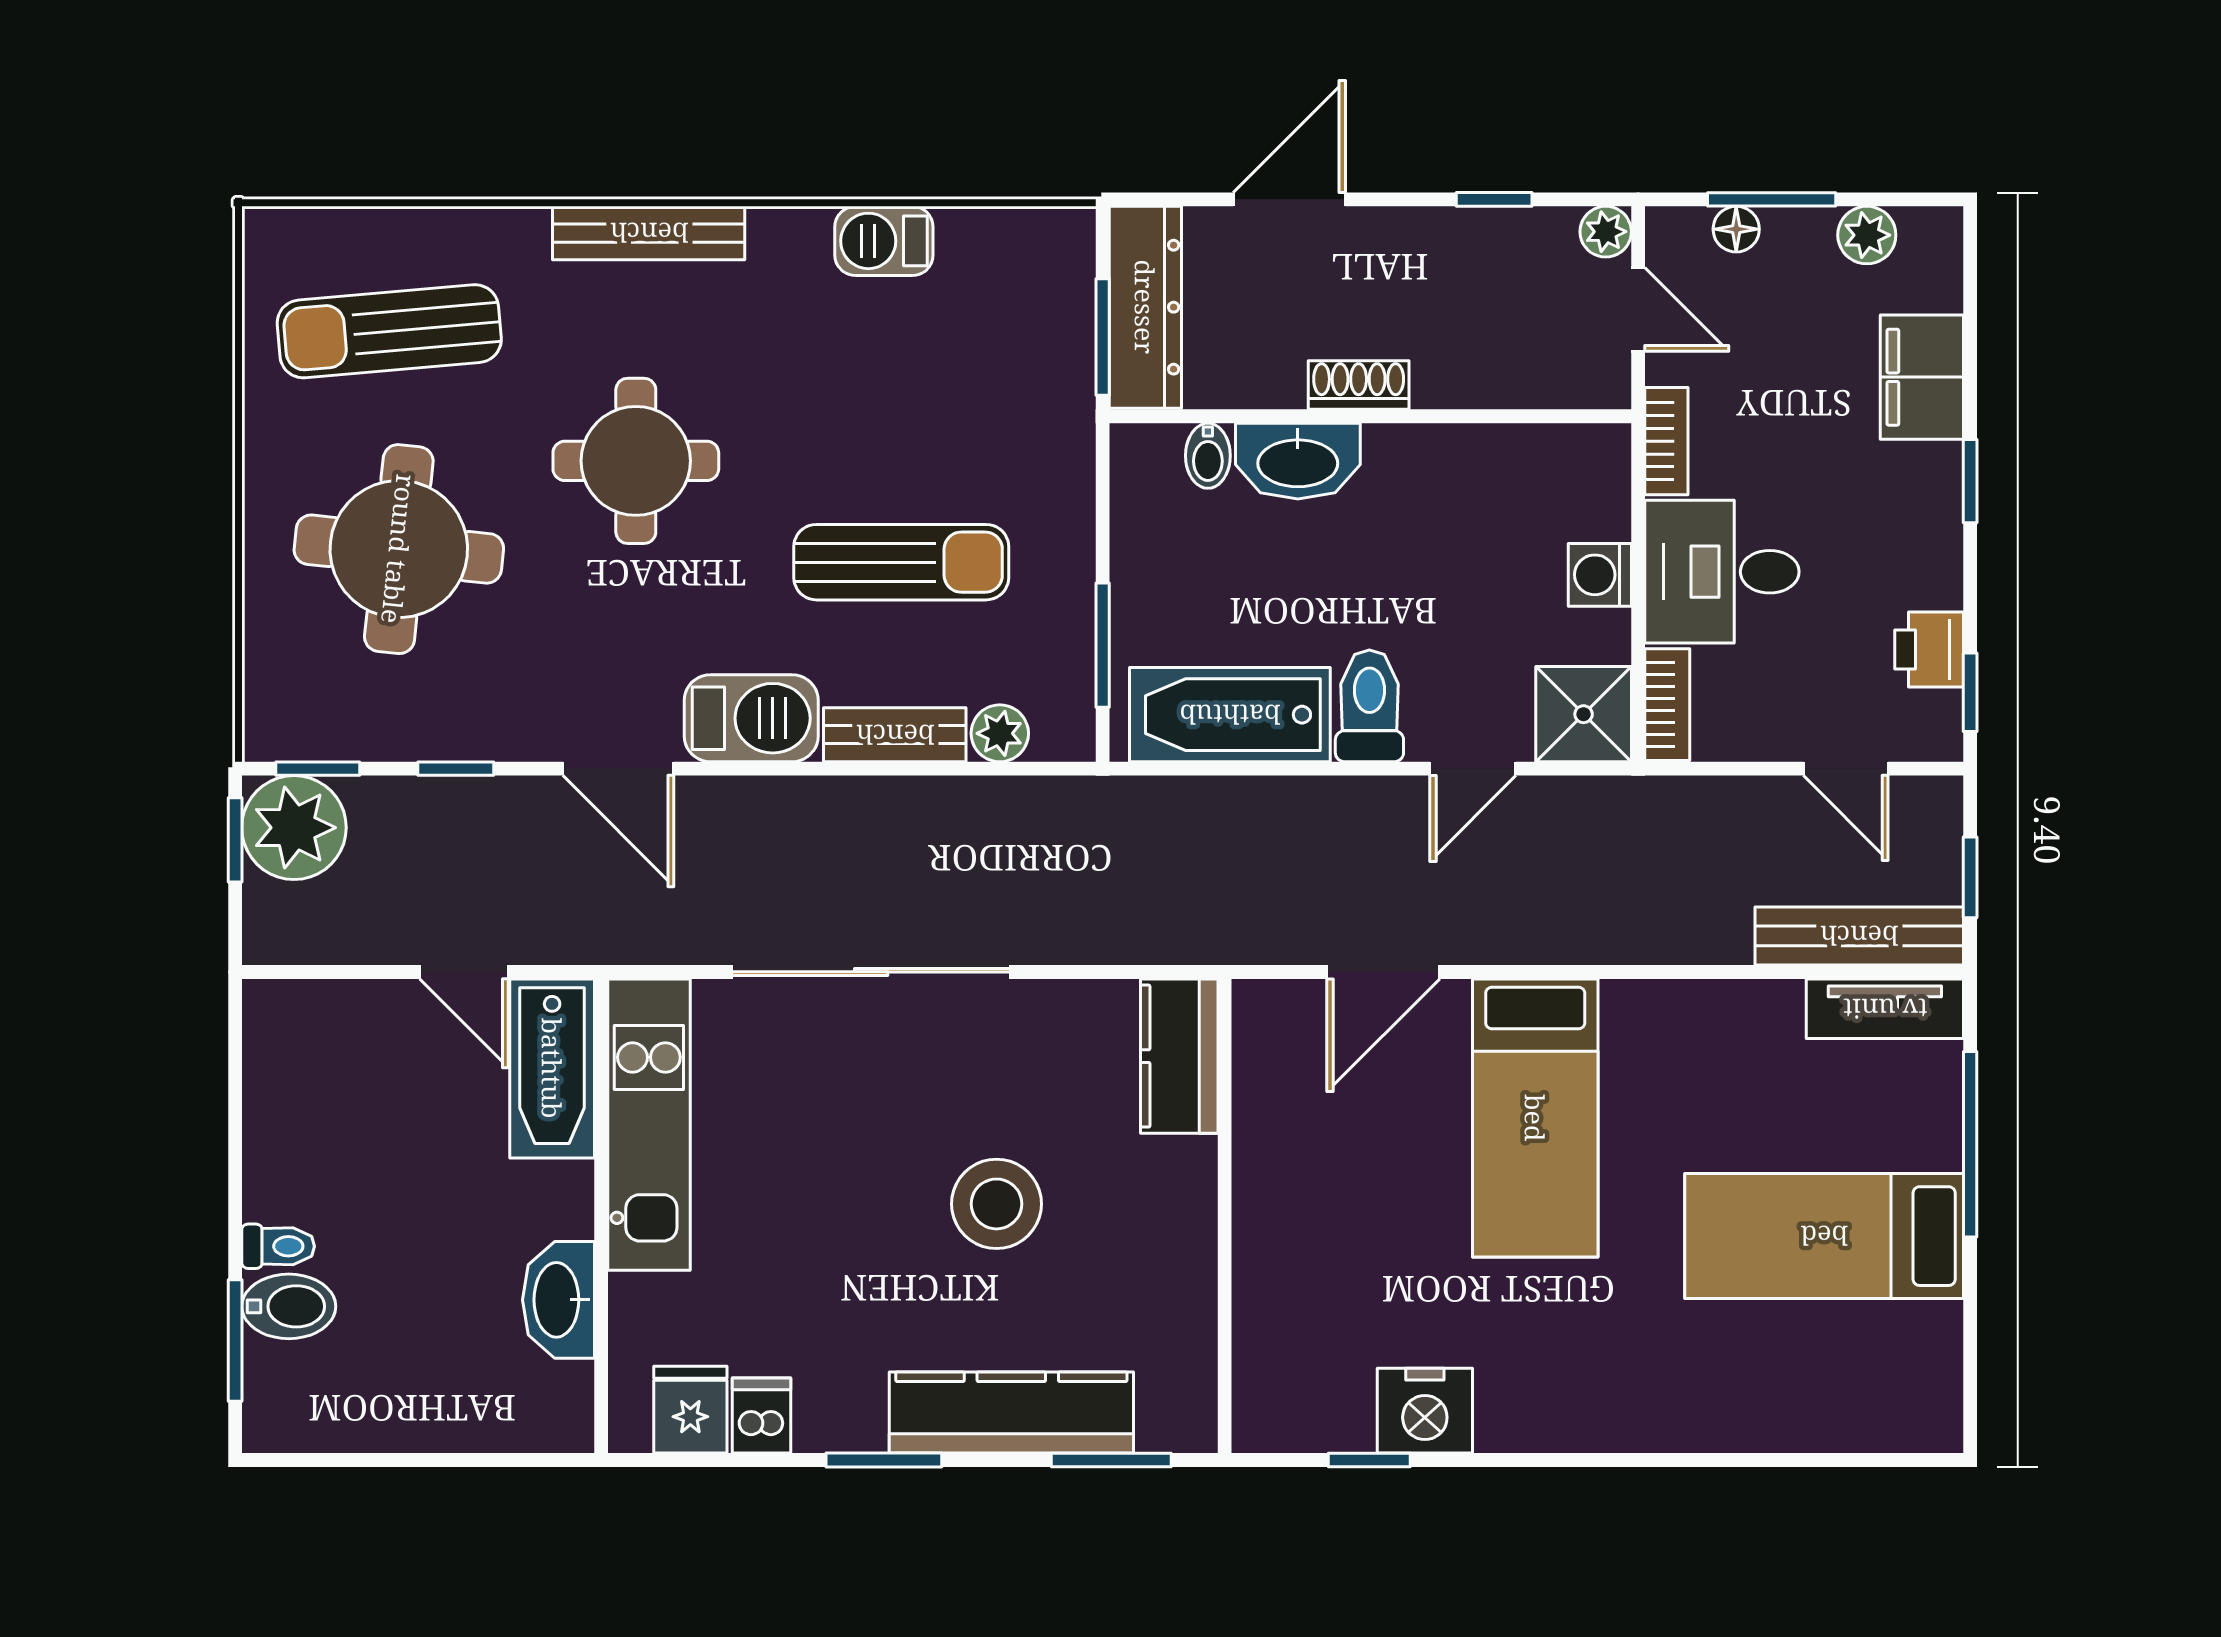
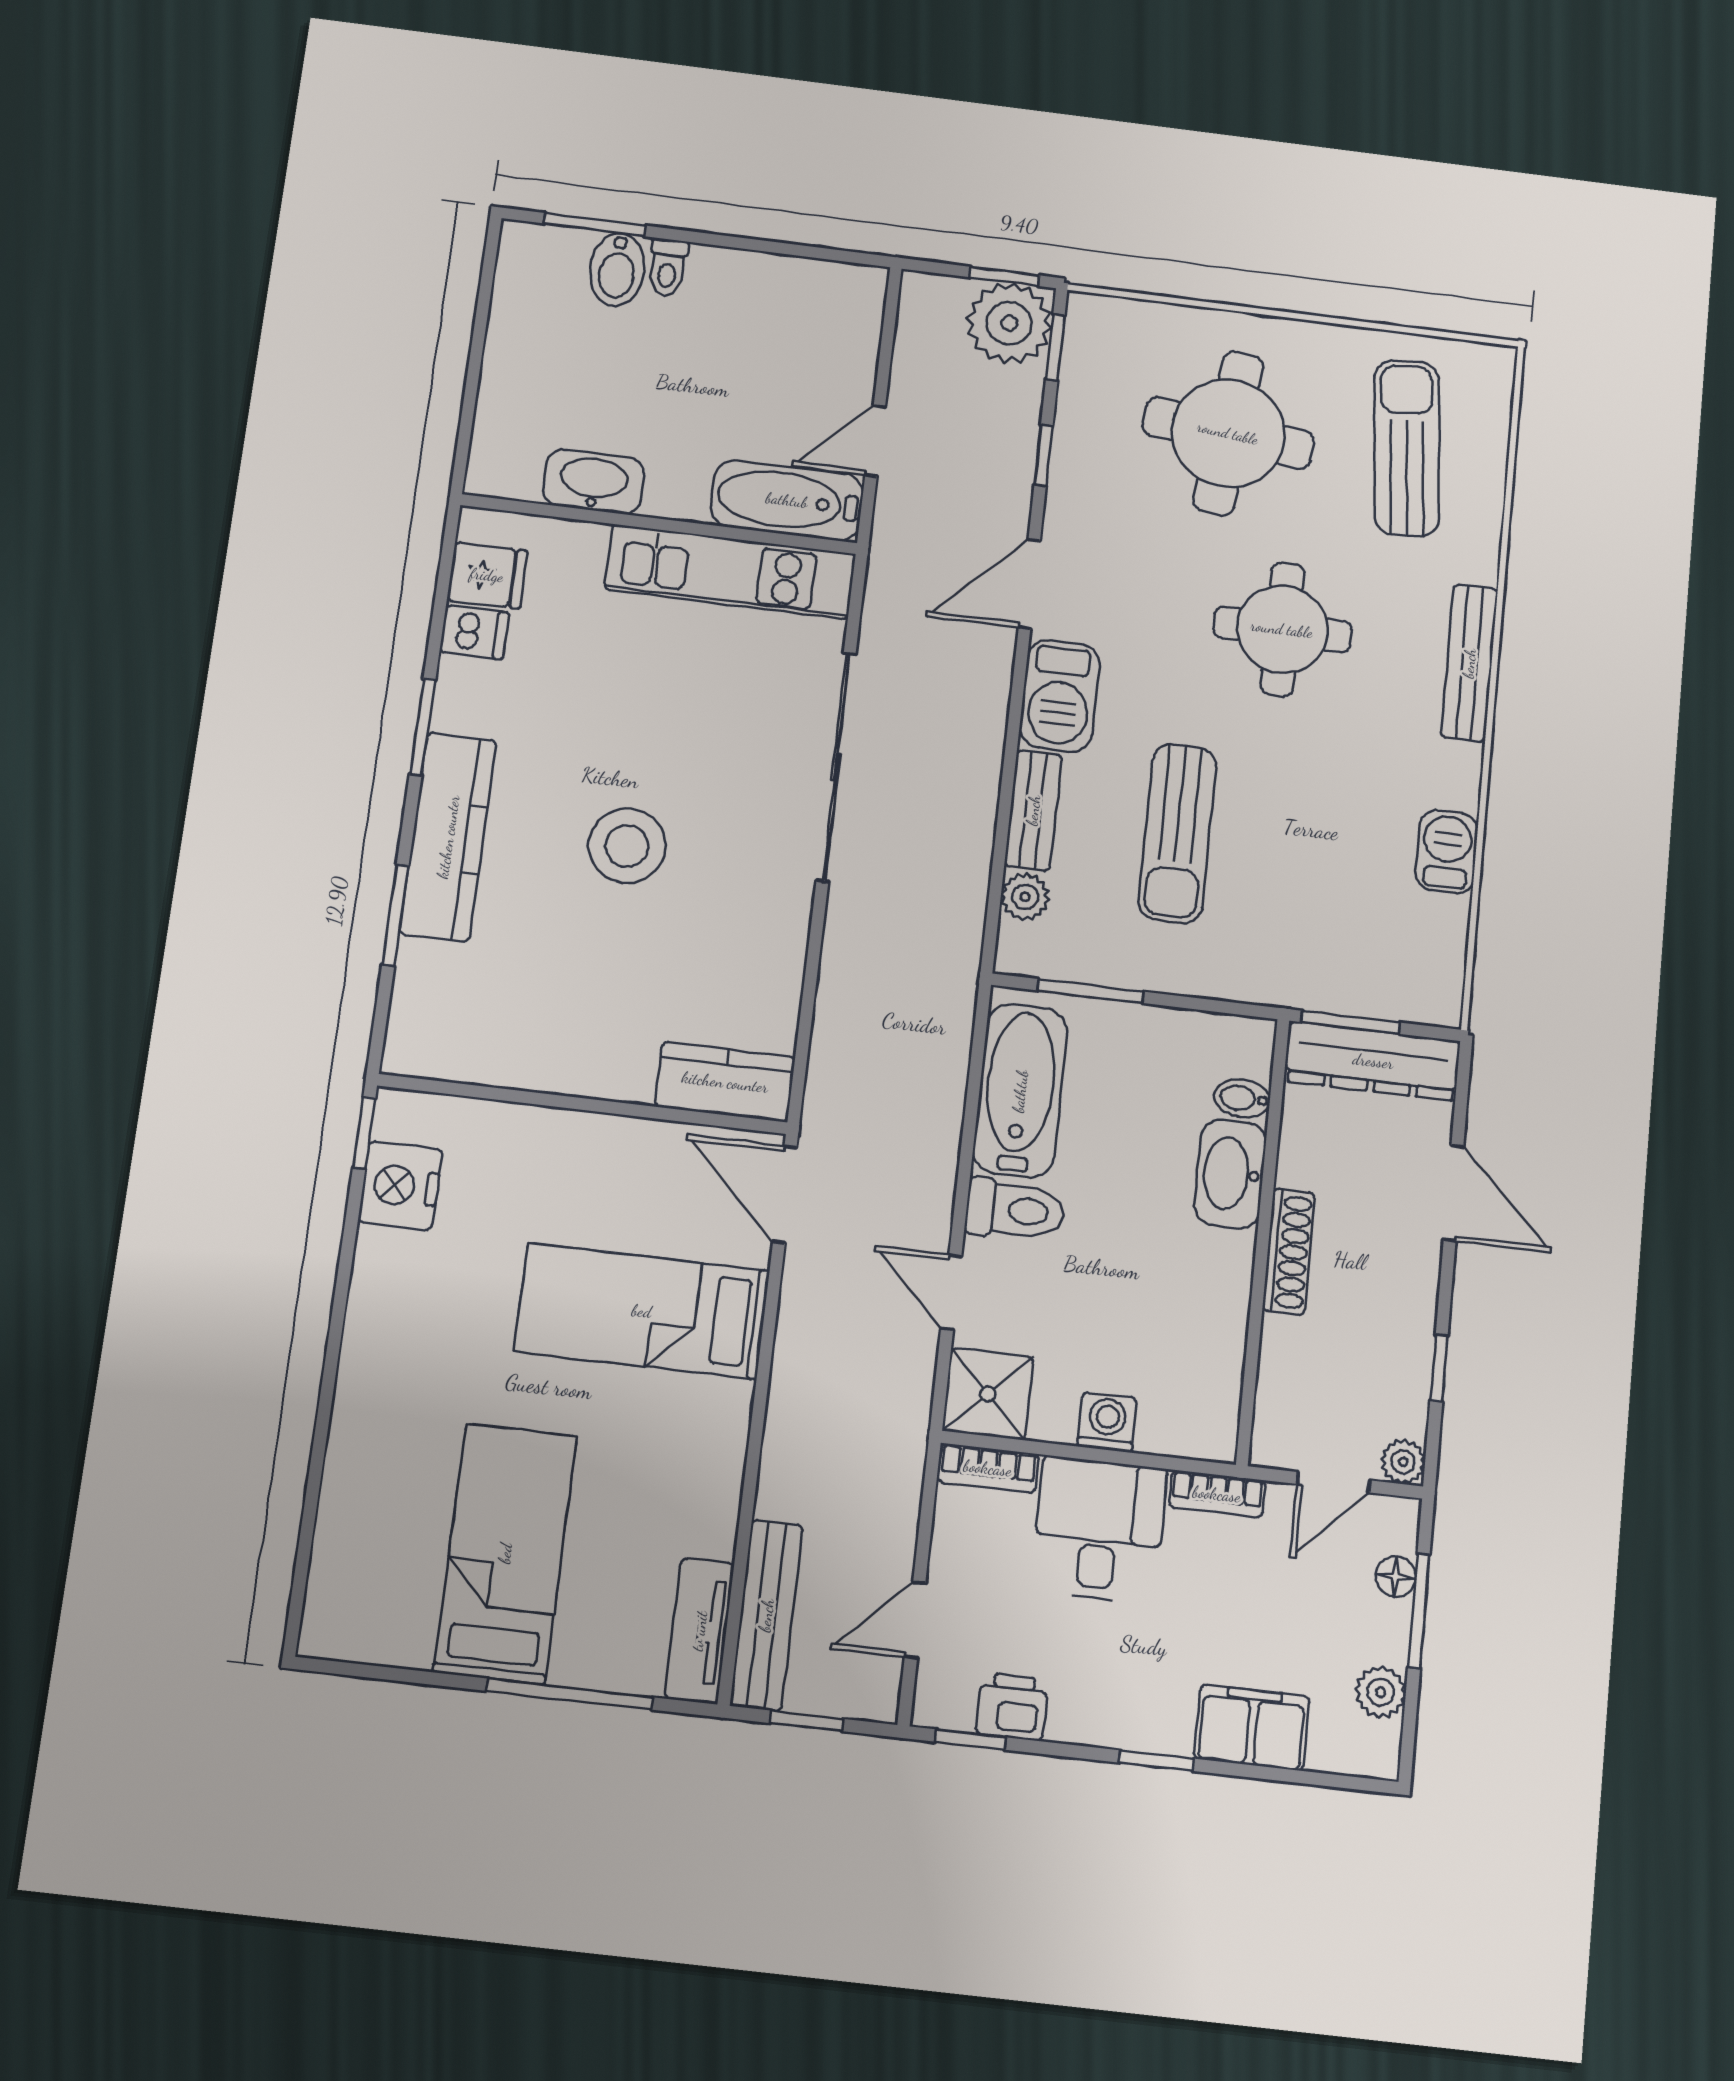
shoe rack: (1359, 385) -> (1289, 1252), width x1.43
kitchen counter: (1179, 1056) -> (725, 1082), moved
wall: (1225, 1216) -> (583, 1104), moved

